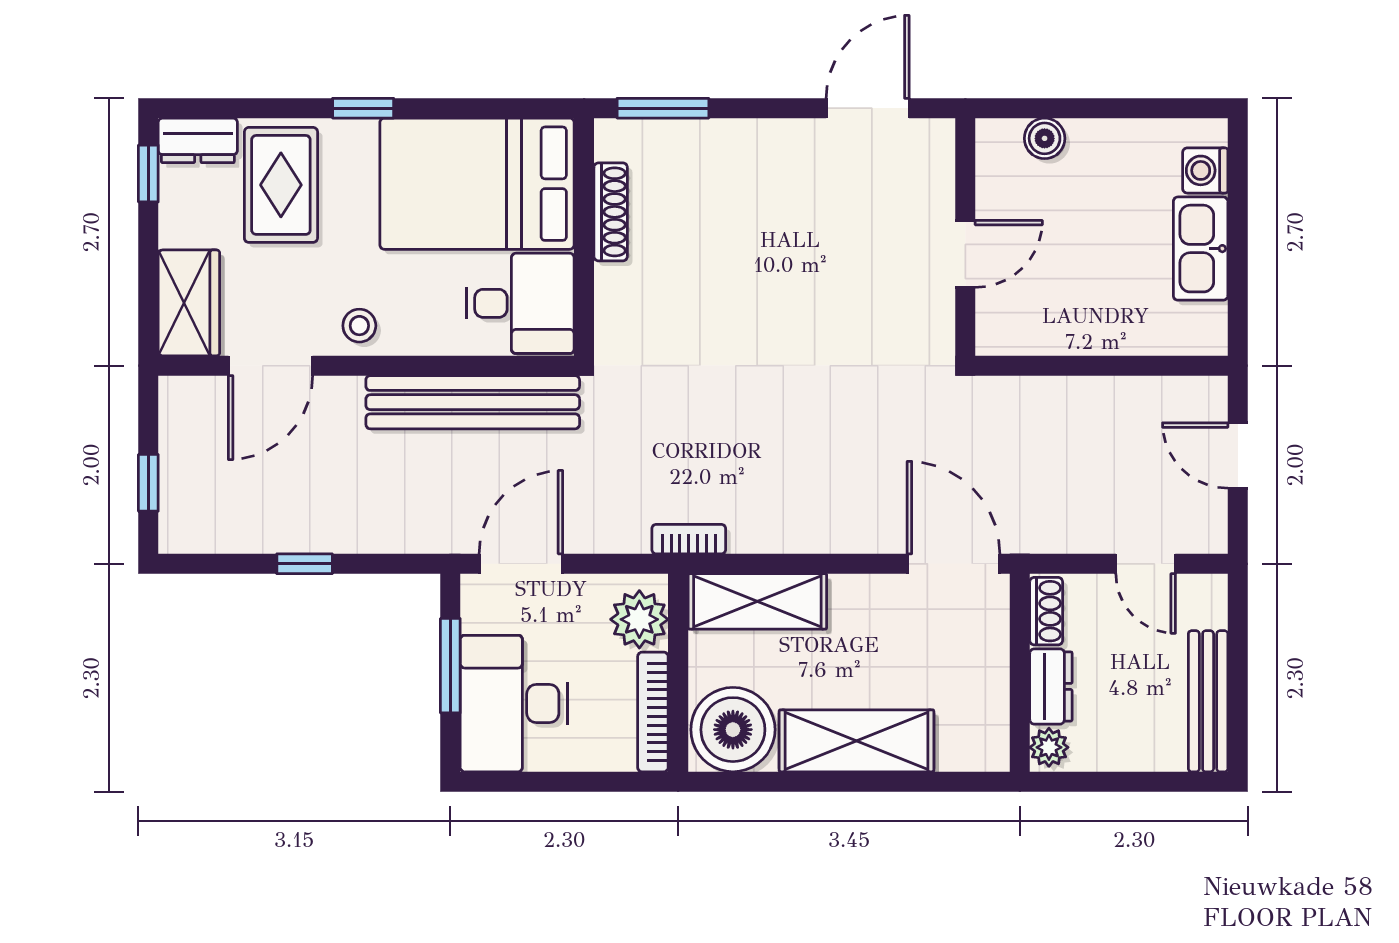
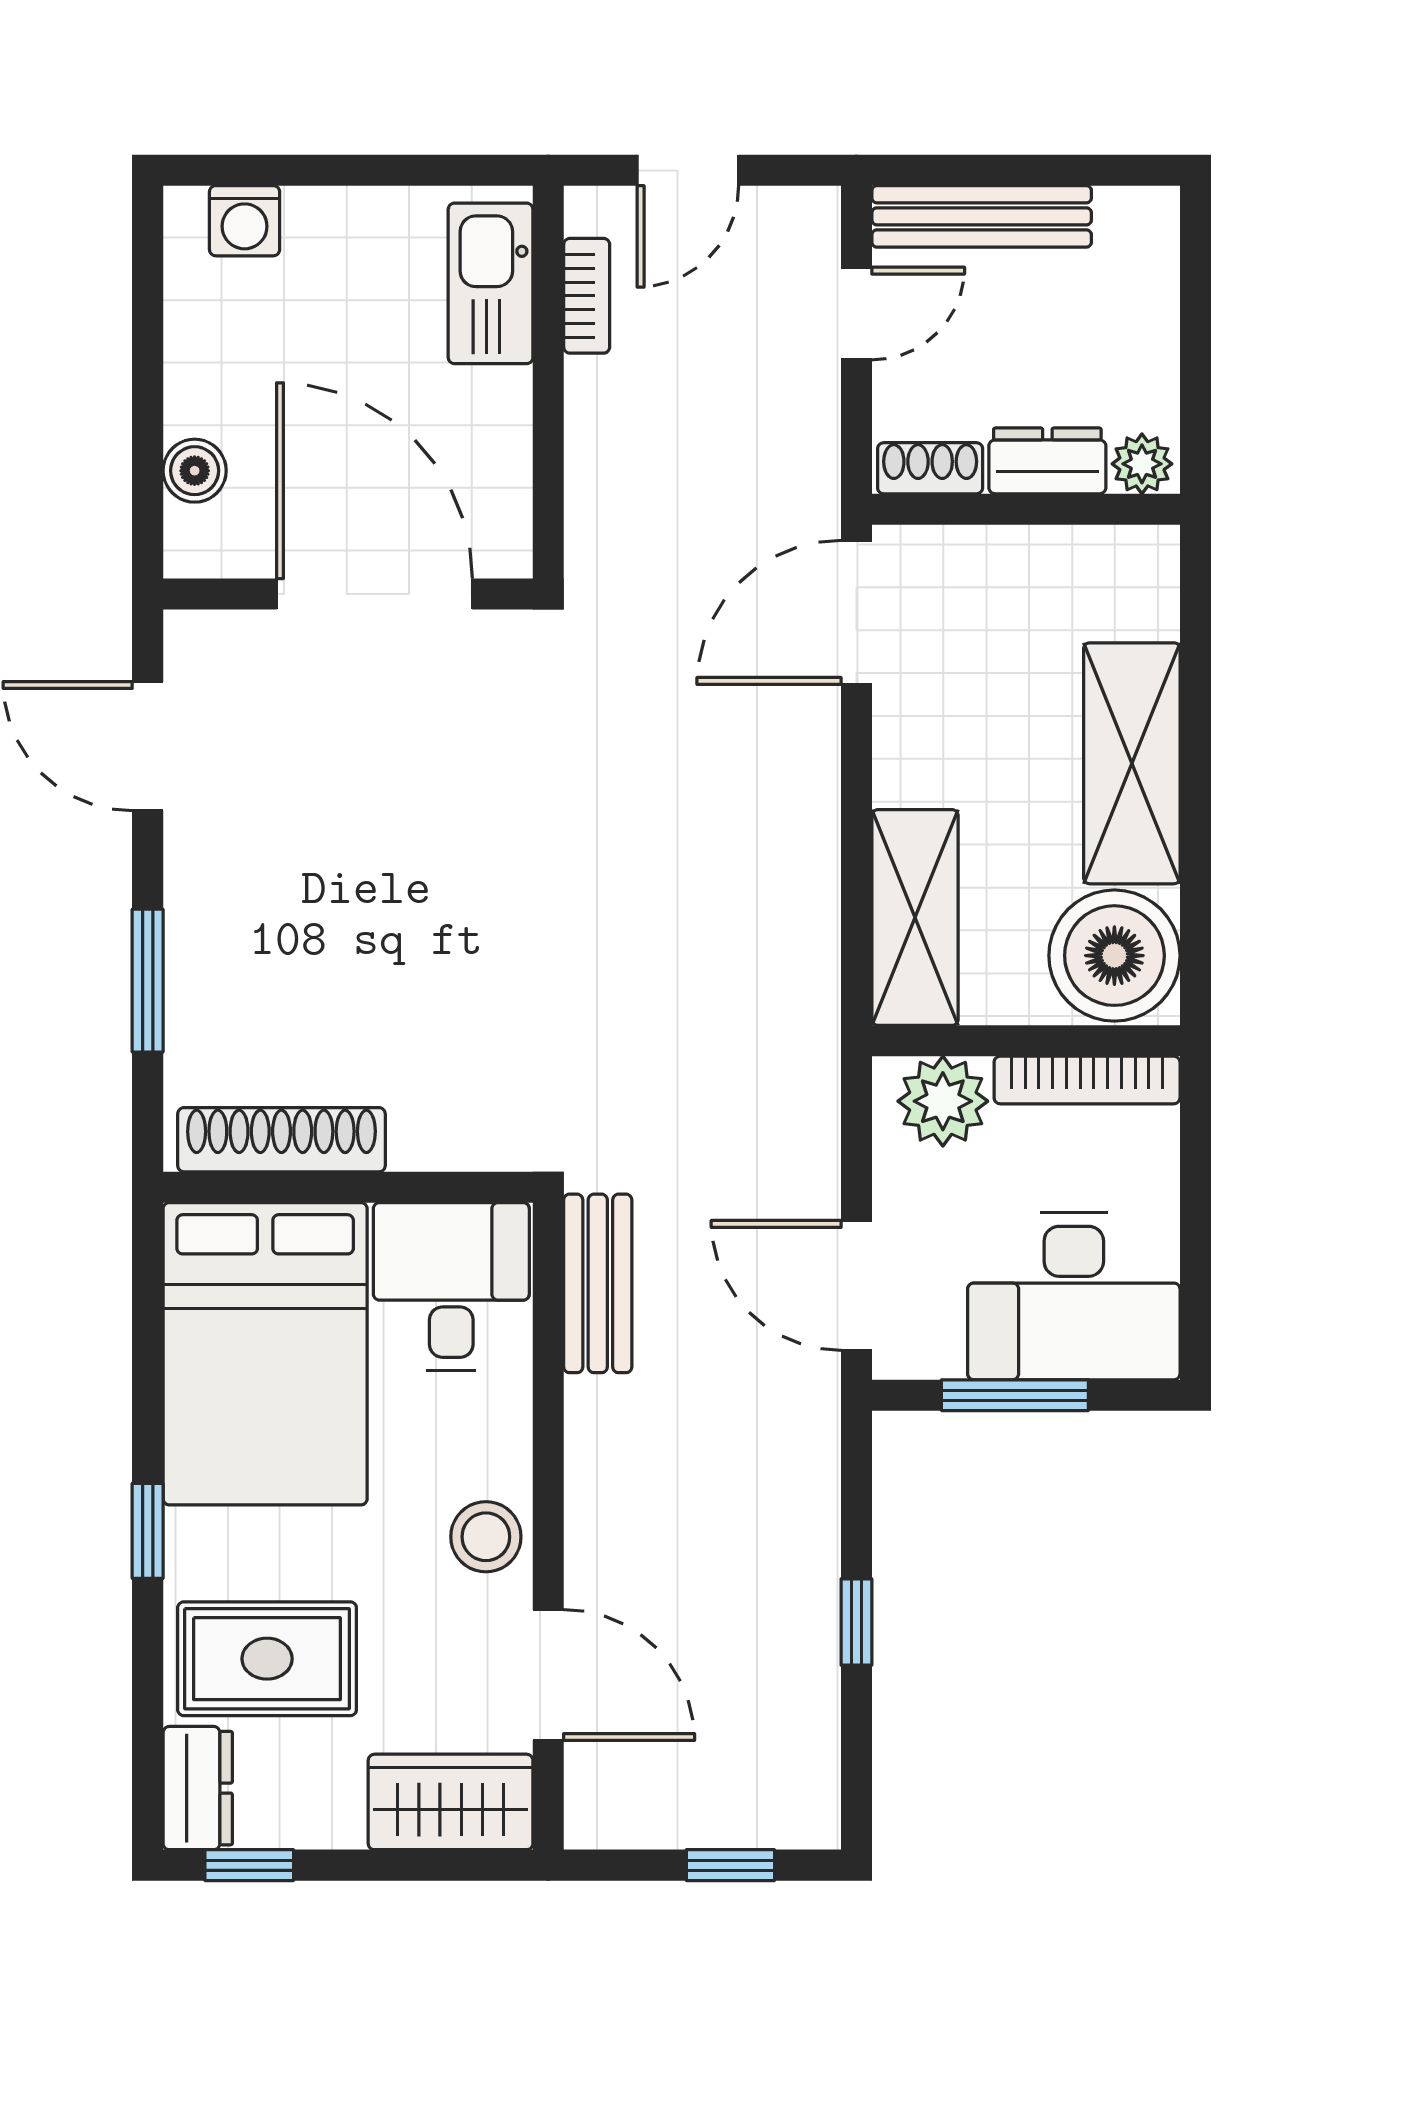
window: (663, 108) -> (148, 981), moved
shoe rack: (611, 212) -> (281, 1140), width x1.36, depth x1.24
kitchen sink: (1201, 249) -> (491, 283), moved, turned 90
door: (965, 254) -> (374, 594), width x1.88
stool: (359, 326) -> (486, 1537), width x1.37, depth x1.37
bench: (473, 402) -> (598, 1283), width x0.54, depth x0.82
bookcase: (689, 539) -> (587, 296), moved, turned 180
bench: (1208, 701) -> (982, 216), moved

